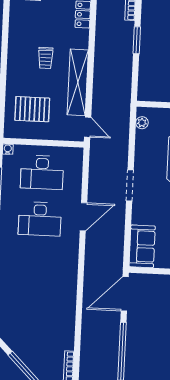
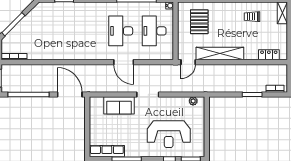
trolley: (46, 58) -> (252, 17), moved
sofa: (142, 246) -> (119, 105), moved

